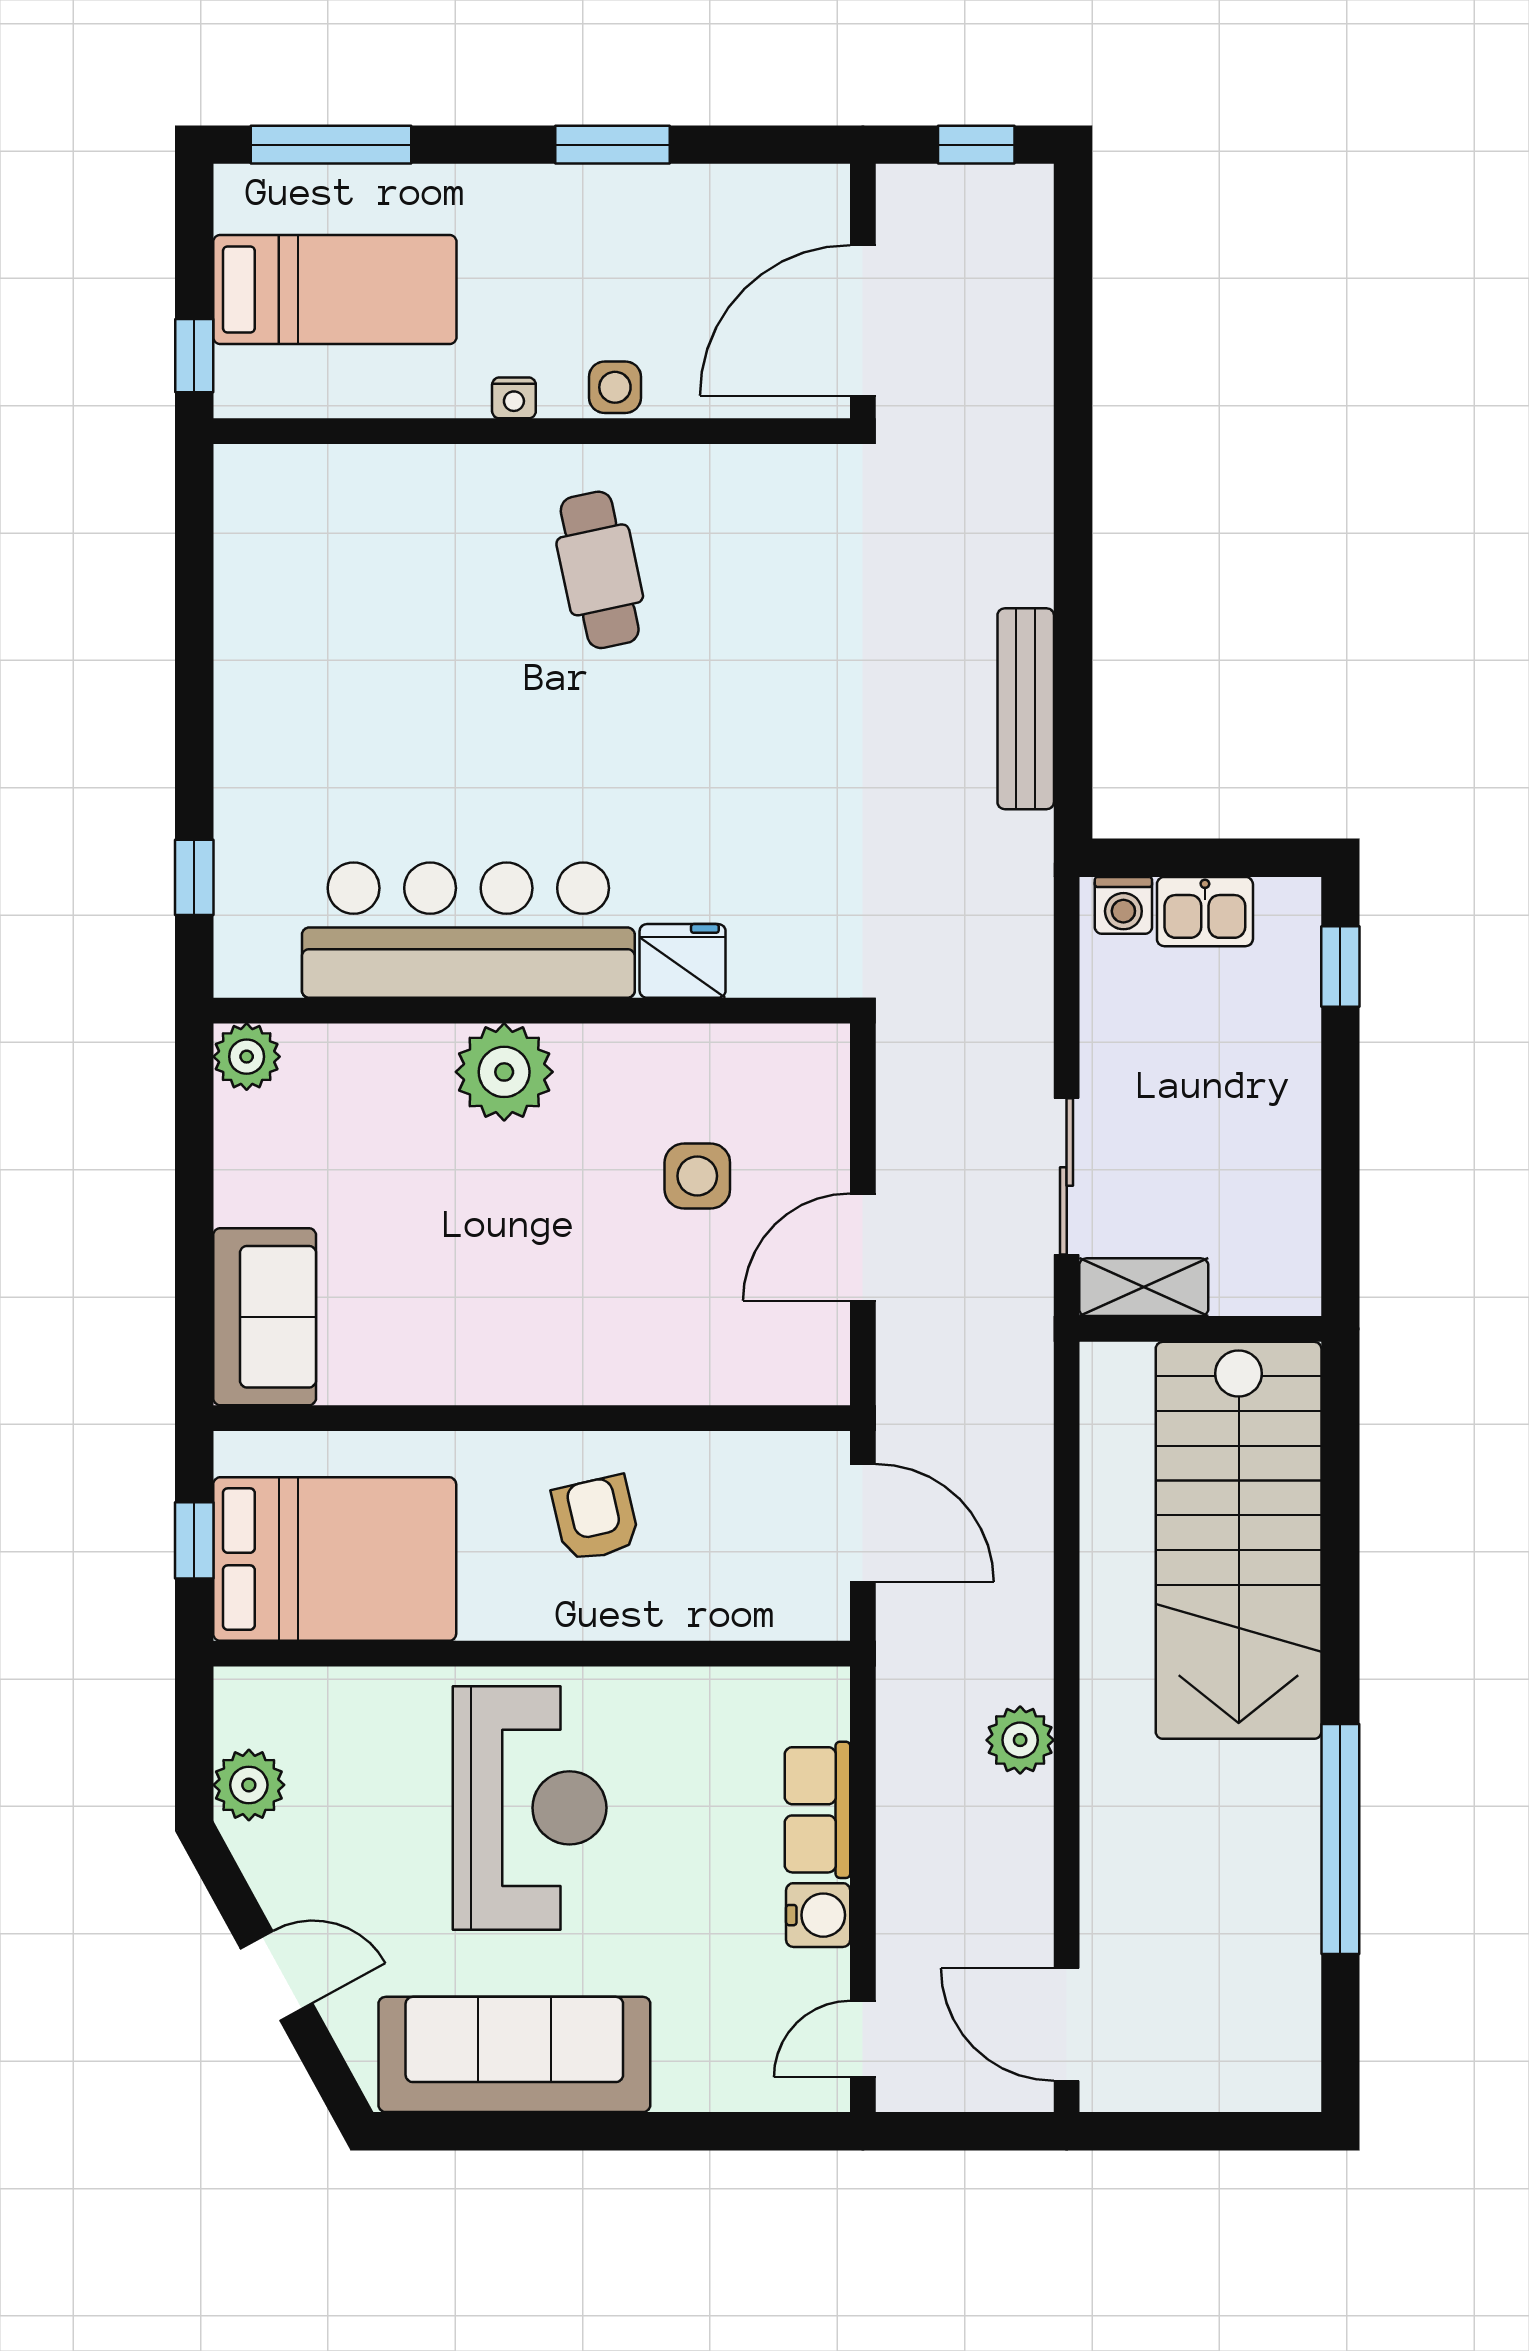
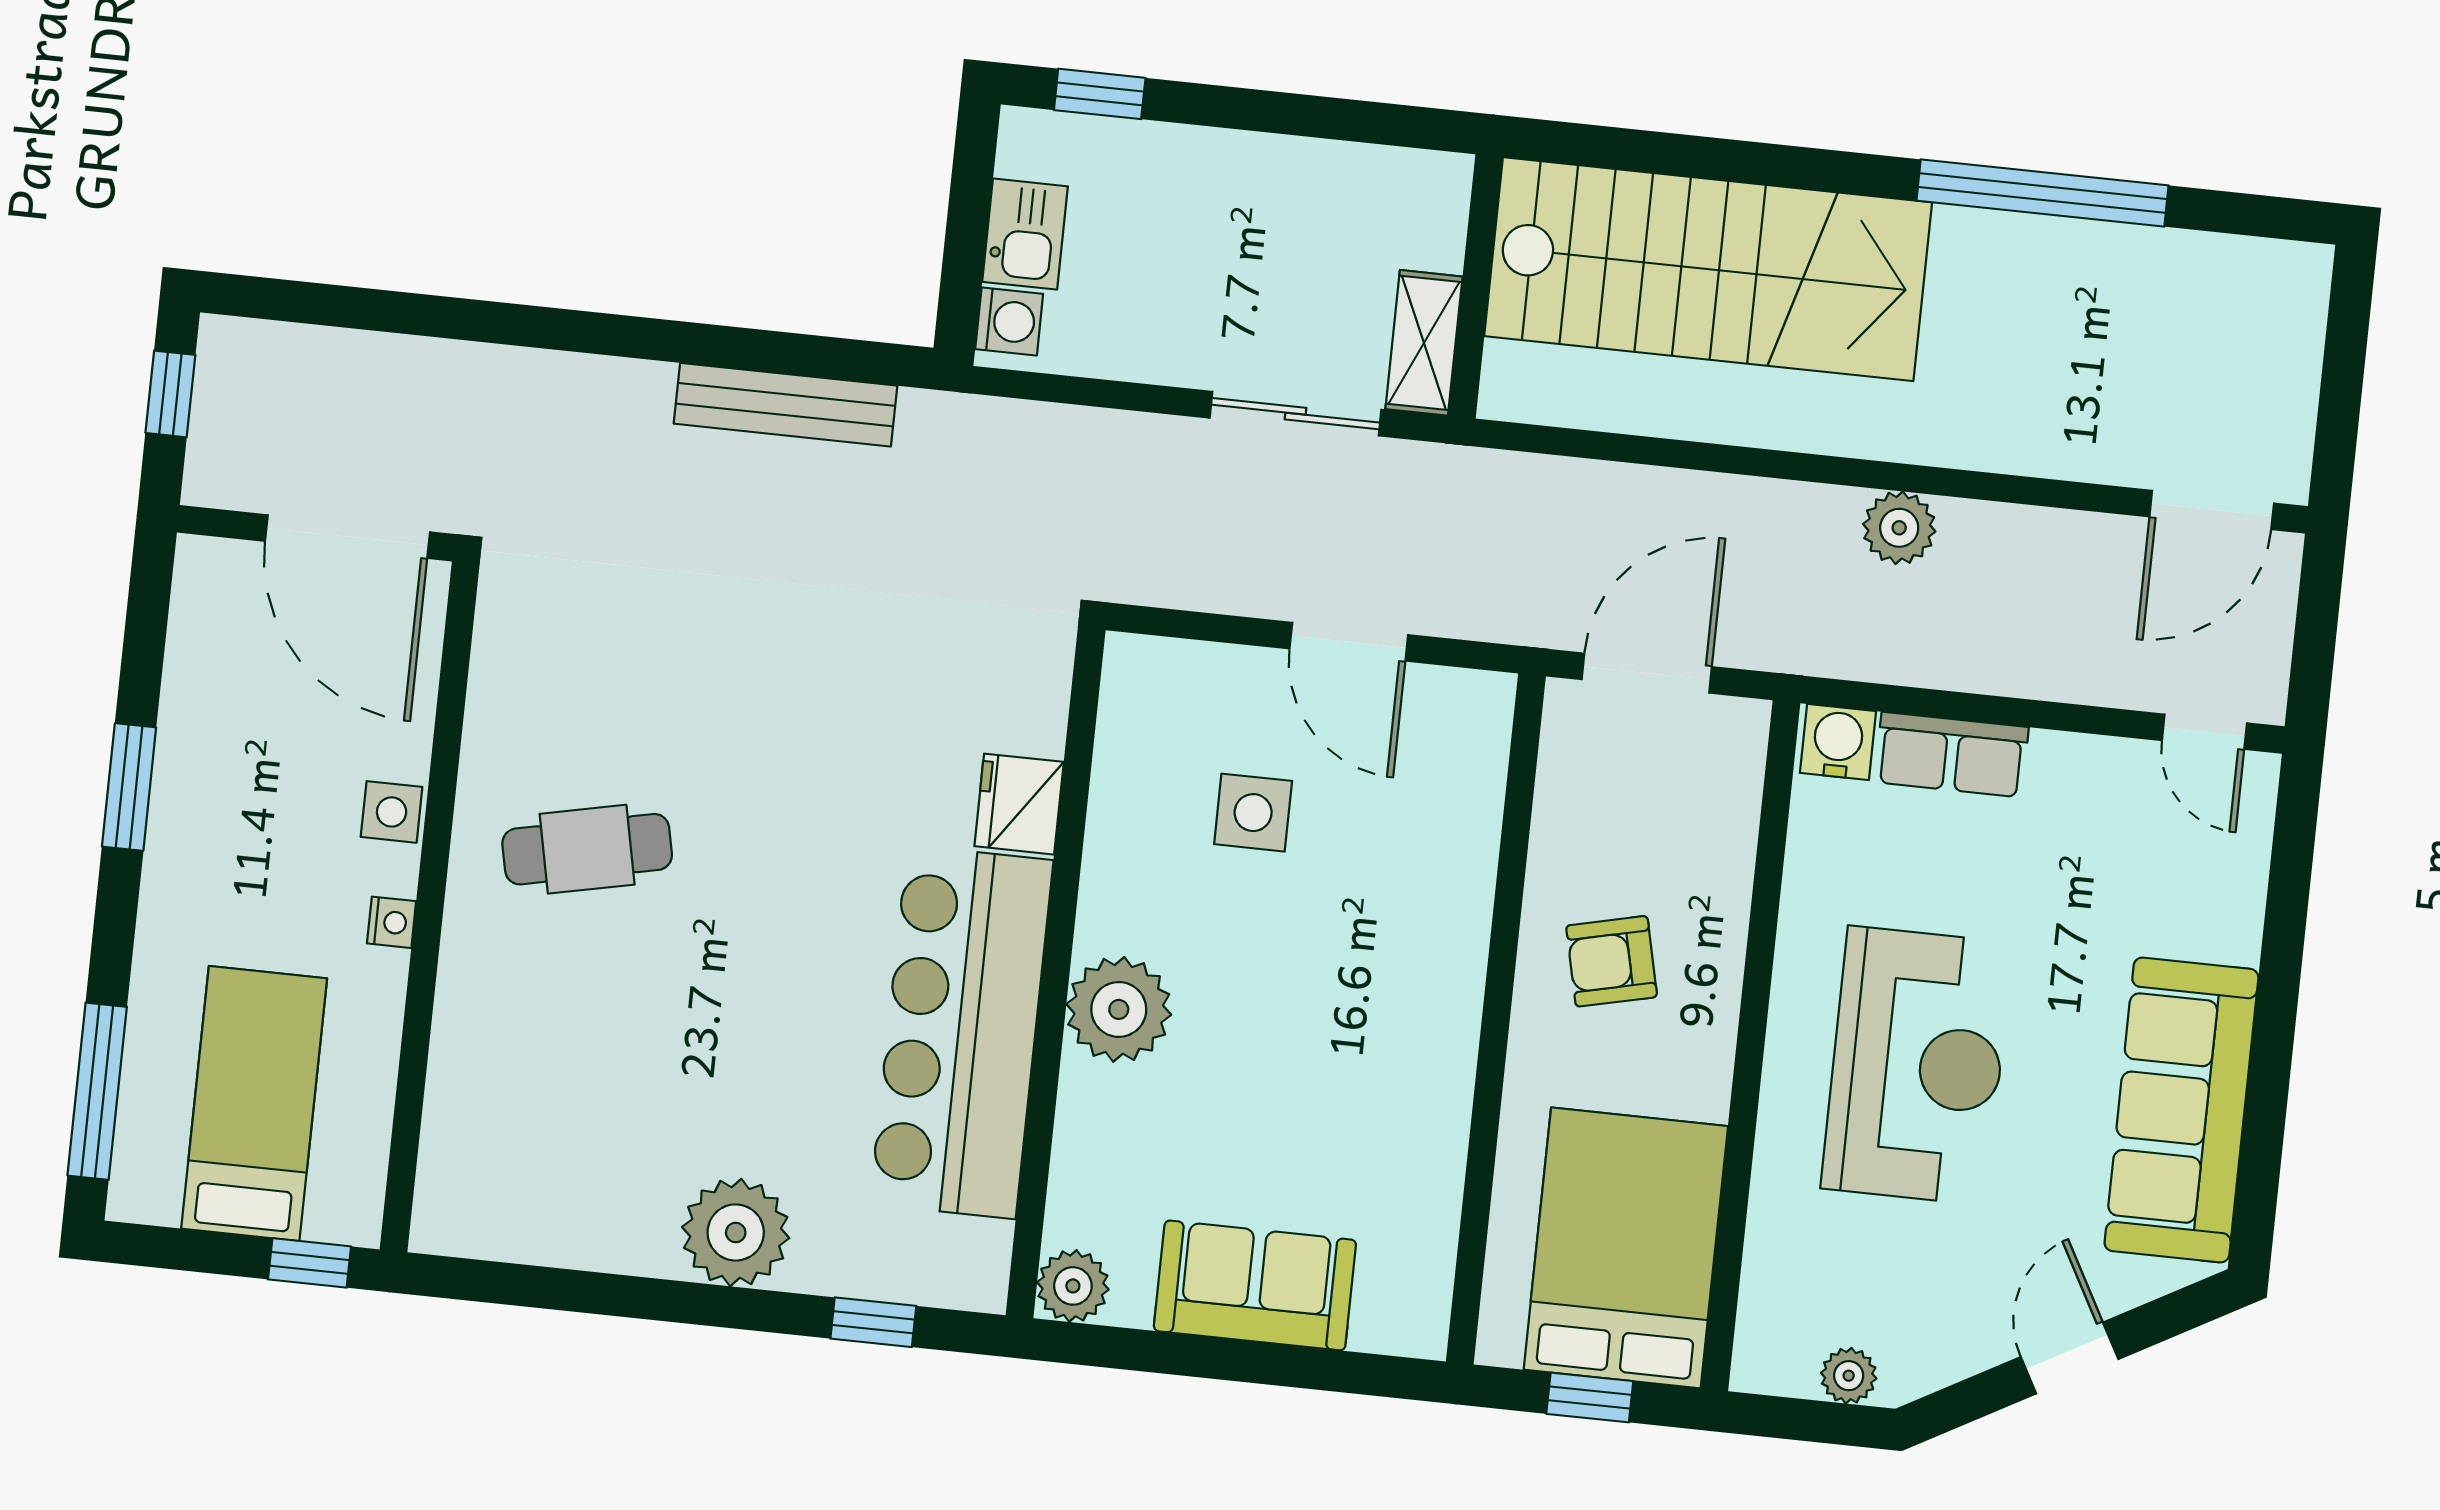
plant: (263, 743) -> (736, 1232), added
sofa: (265, 1317) -> (1255, 1285), moved
plant: (249, 1785) -> (1849, 1376), width x0.73, depth x0.73
reception desk: (530, 1808) -> (1917, 1066), turned 90
water cooler: (818, 1915) -> (1838, 742), moved

